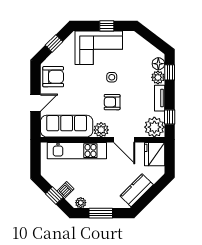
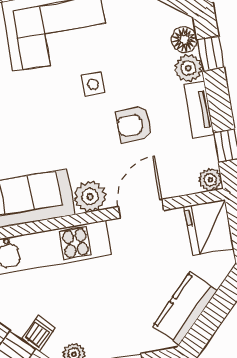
armchair: (112, 102) -> (134, 125), moved
plant: (154, 127) -> (210, 180), width x0.53, depth x0.53
door: (124, 140) -> (141, 209), swing flipped

